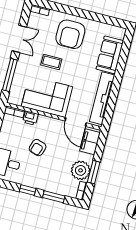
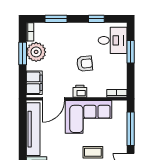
printer: (31, 118) -> (80, 91), moved
door: (76, 122) -> (53, 99), swing flipped
armchair: (38, 148) -> (85, 64), turned 66
window: (28, 190) -> (96, 19), moved

